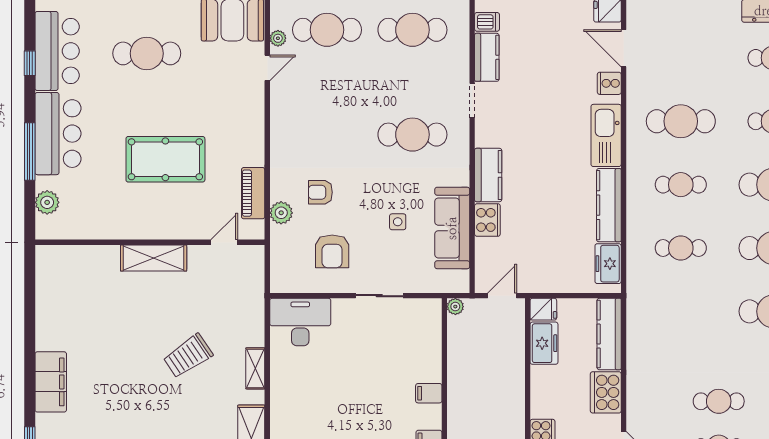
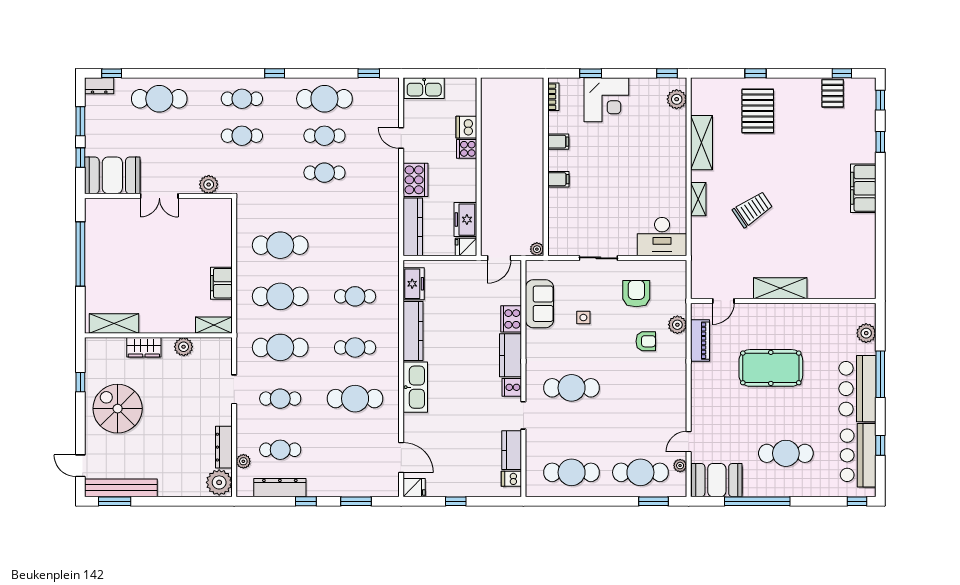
cooker: (609, 83) -> (512, 387), moved, turned 180
sofa: (452, 228) -> (539, 304), width x0.73

